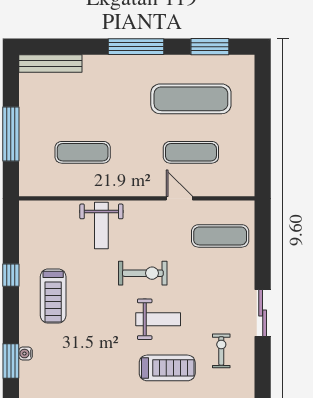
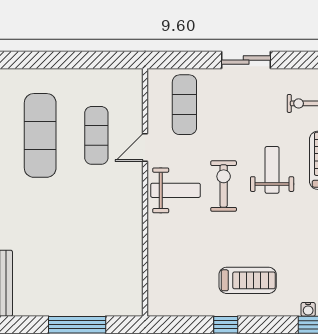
exercise mat: (83, 152) -> (96, 249), removed
weight bench: (101, 226) -> (176, 190), moved
sliding door: (263, 313) -> (246, 60), moved

